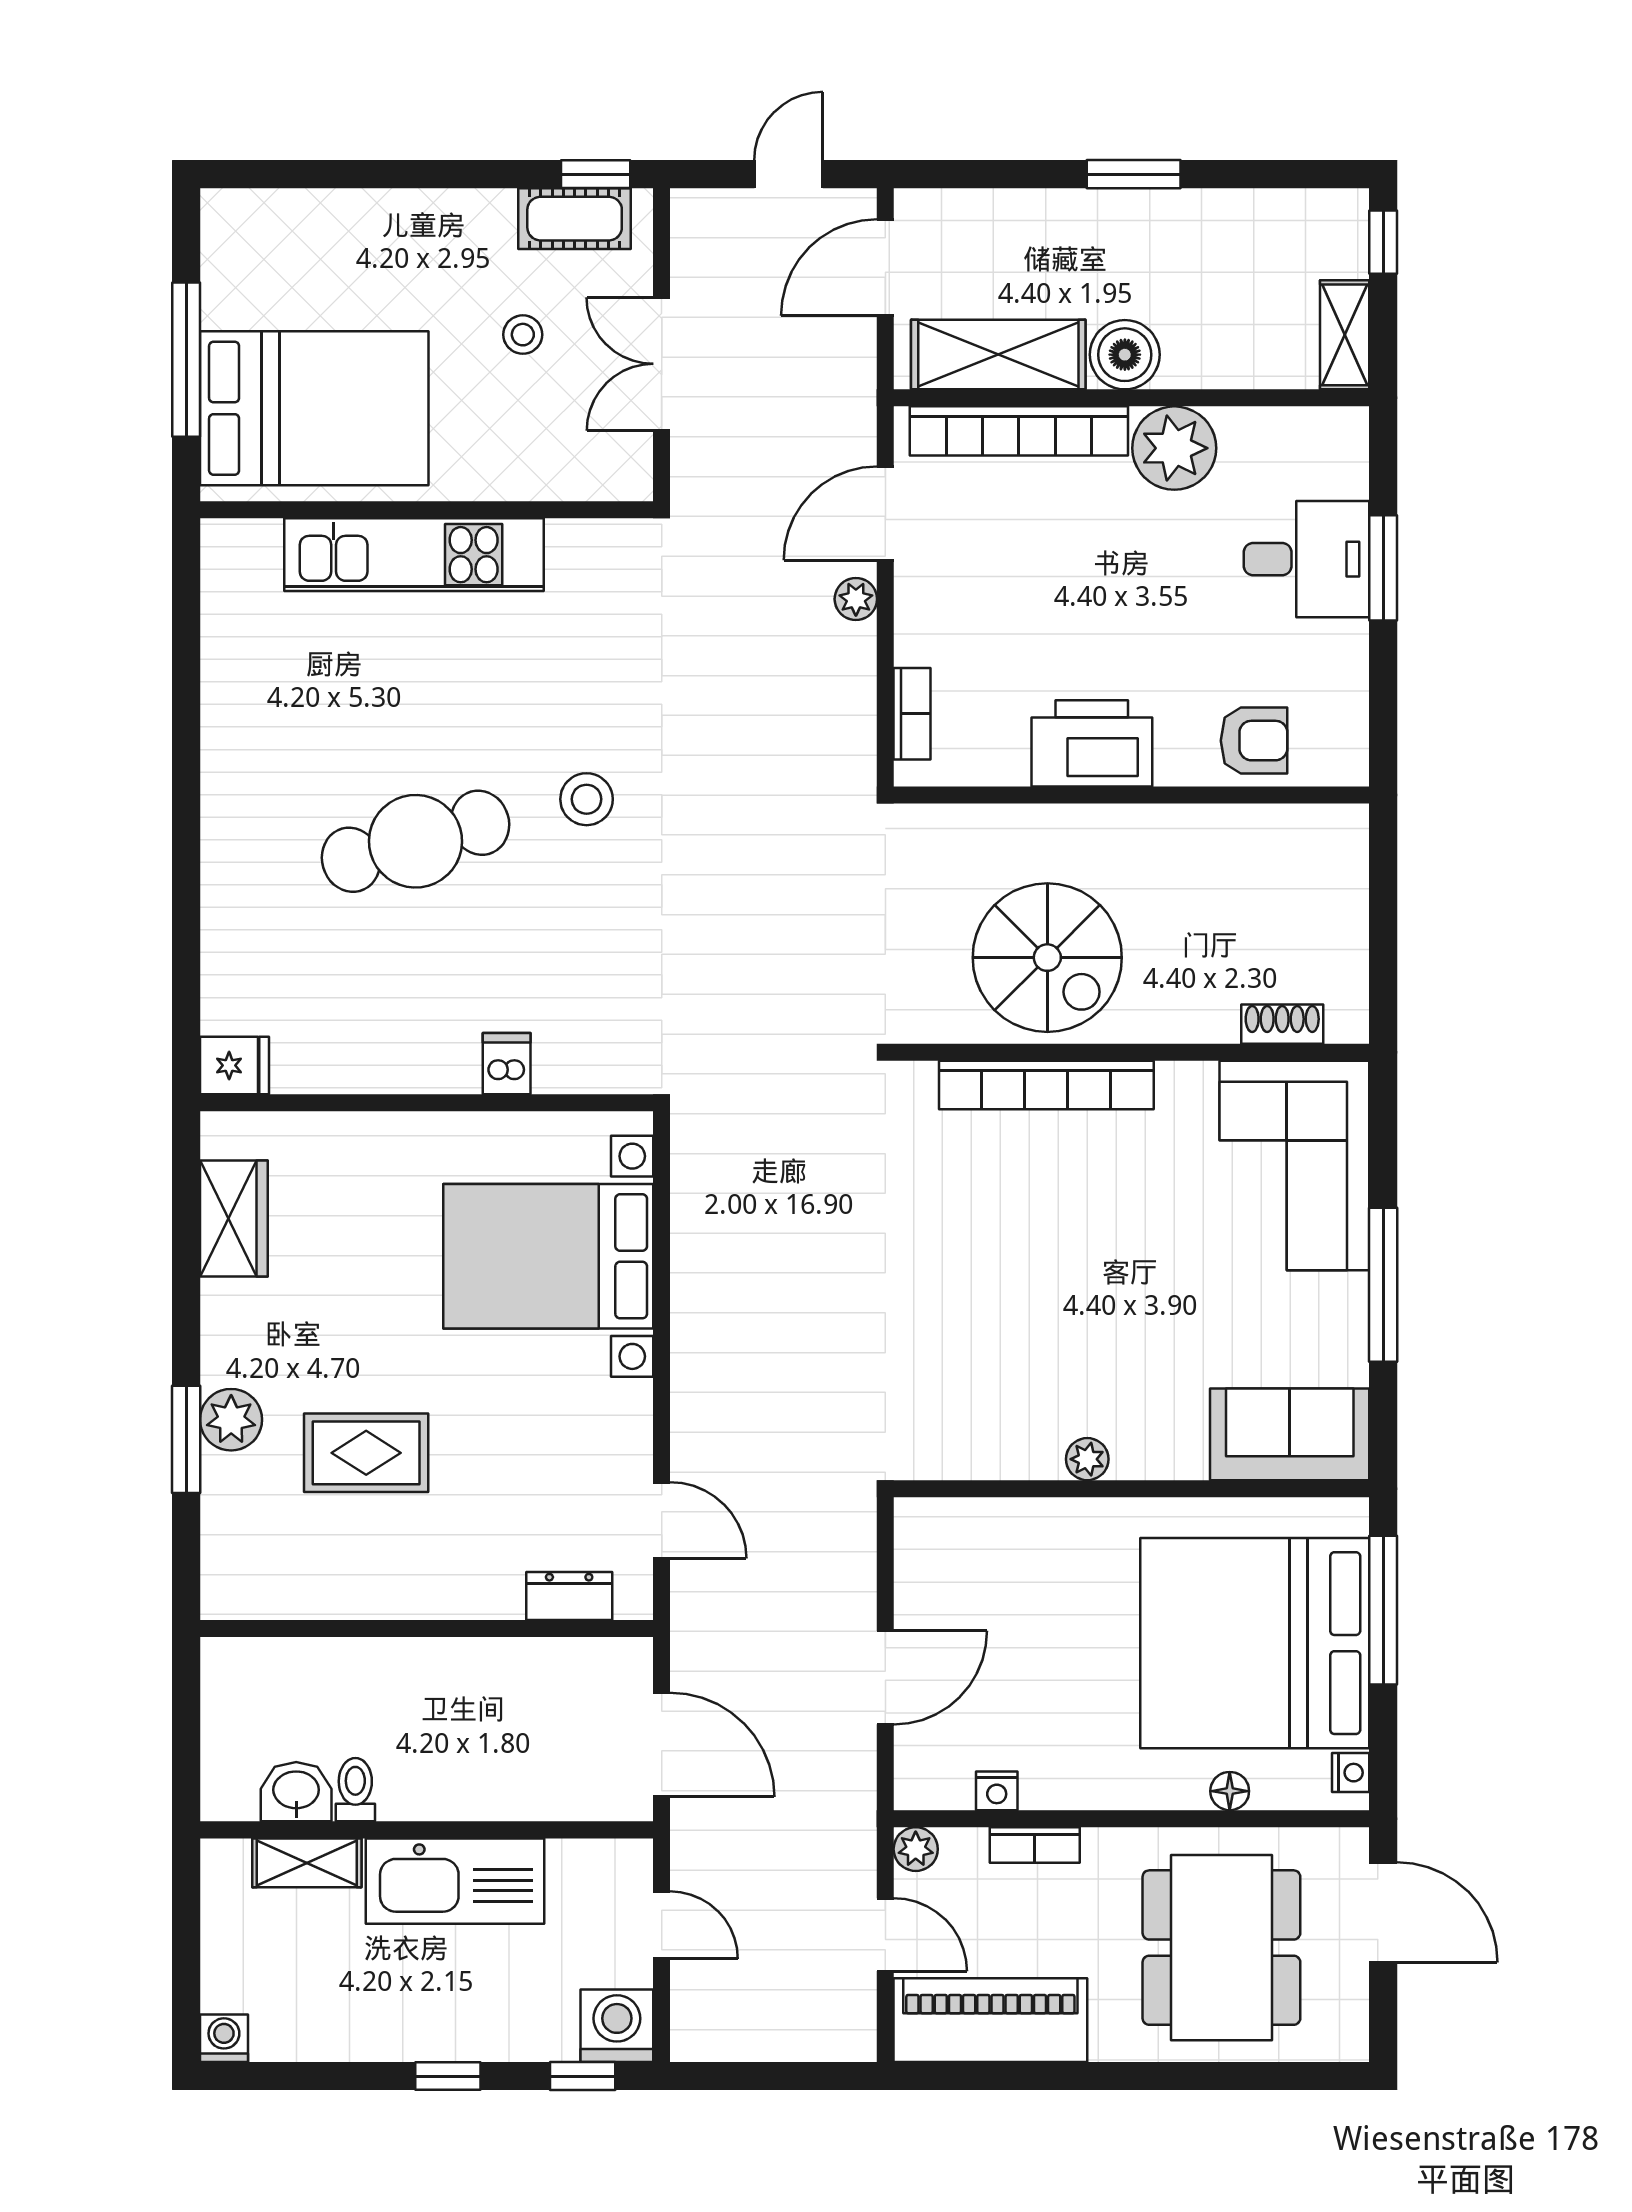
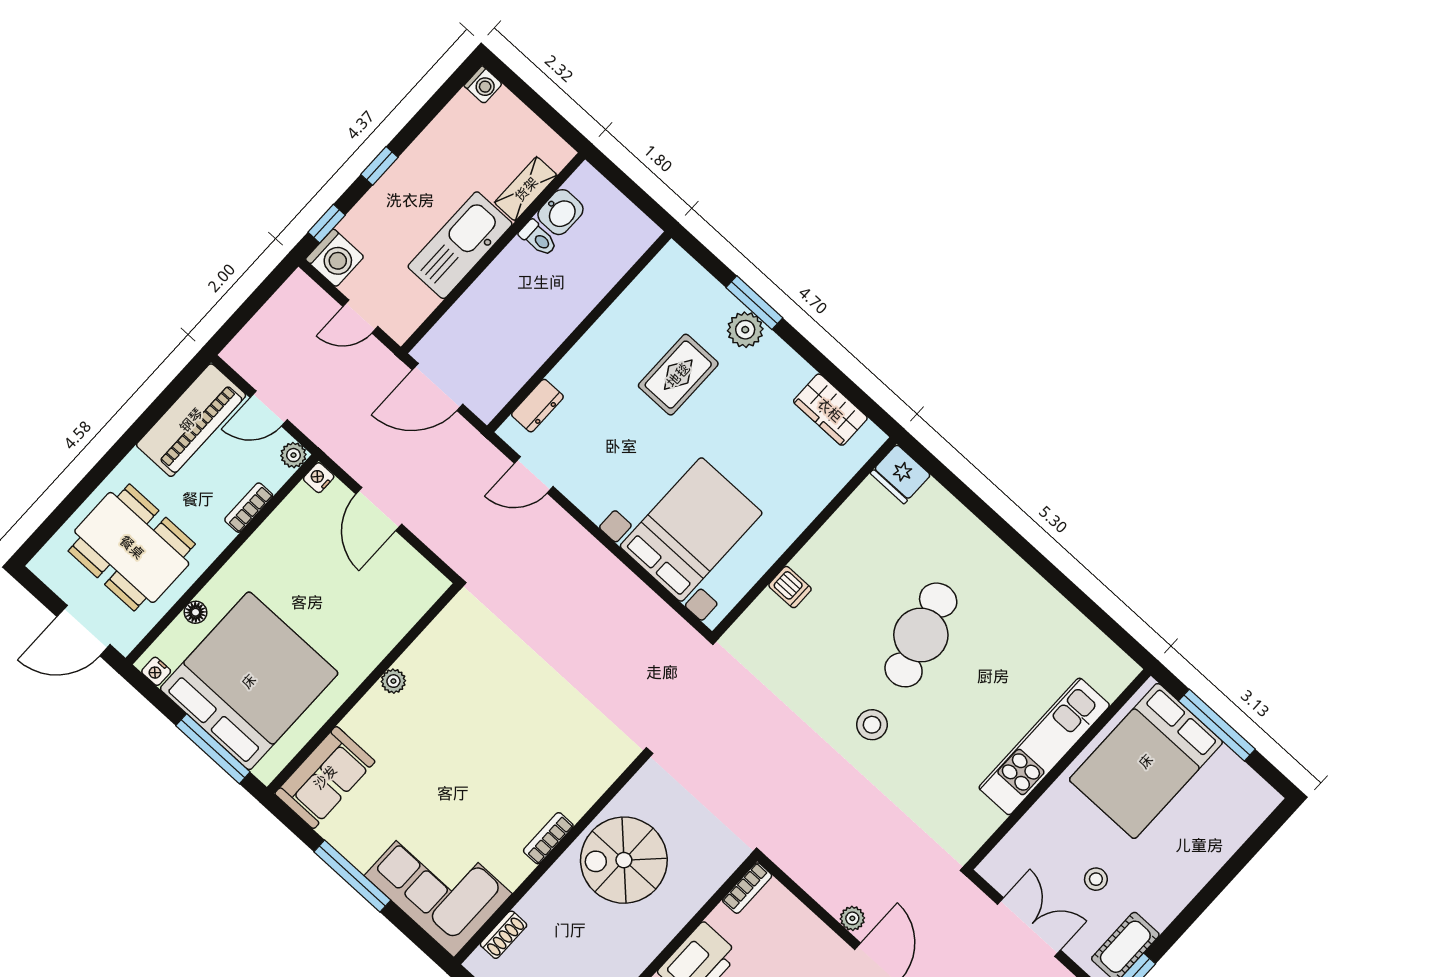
bookcase: (912, 714) -> (747, 888), moved, turned -90
fridge: (235, 1065) -> (900, 474), width x1.38
bookcase: (1046, 1085) -> (548, 838), width x0.43, depth x0.76
nightstand: (997, 1791) -> (319, 478), moved

